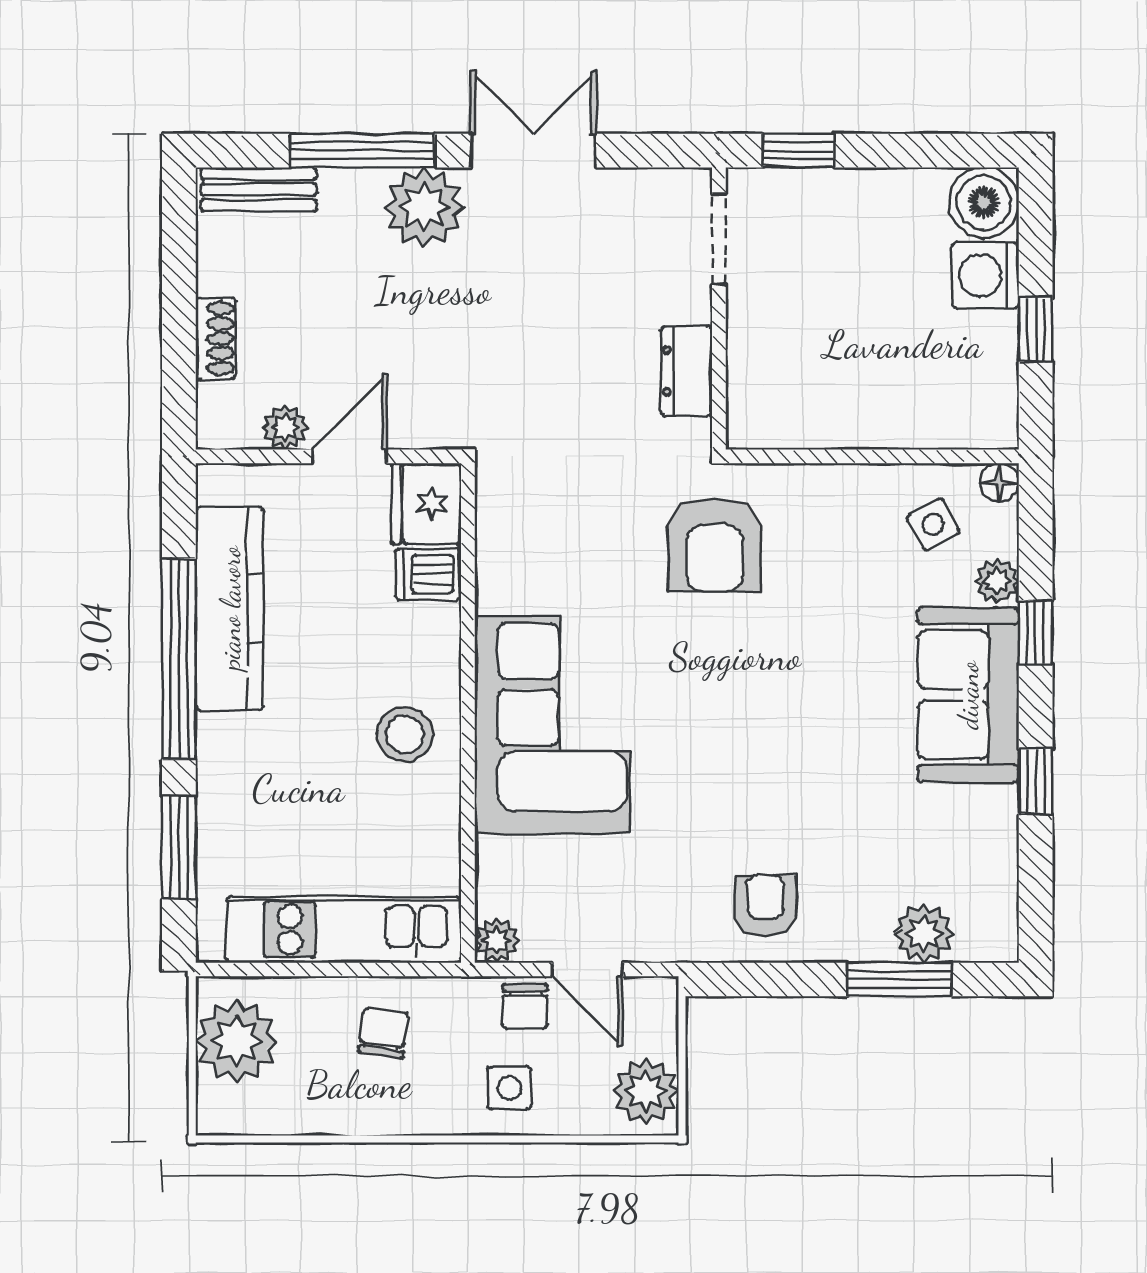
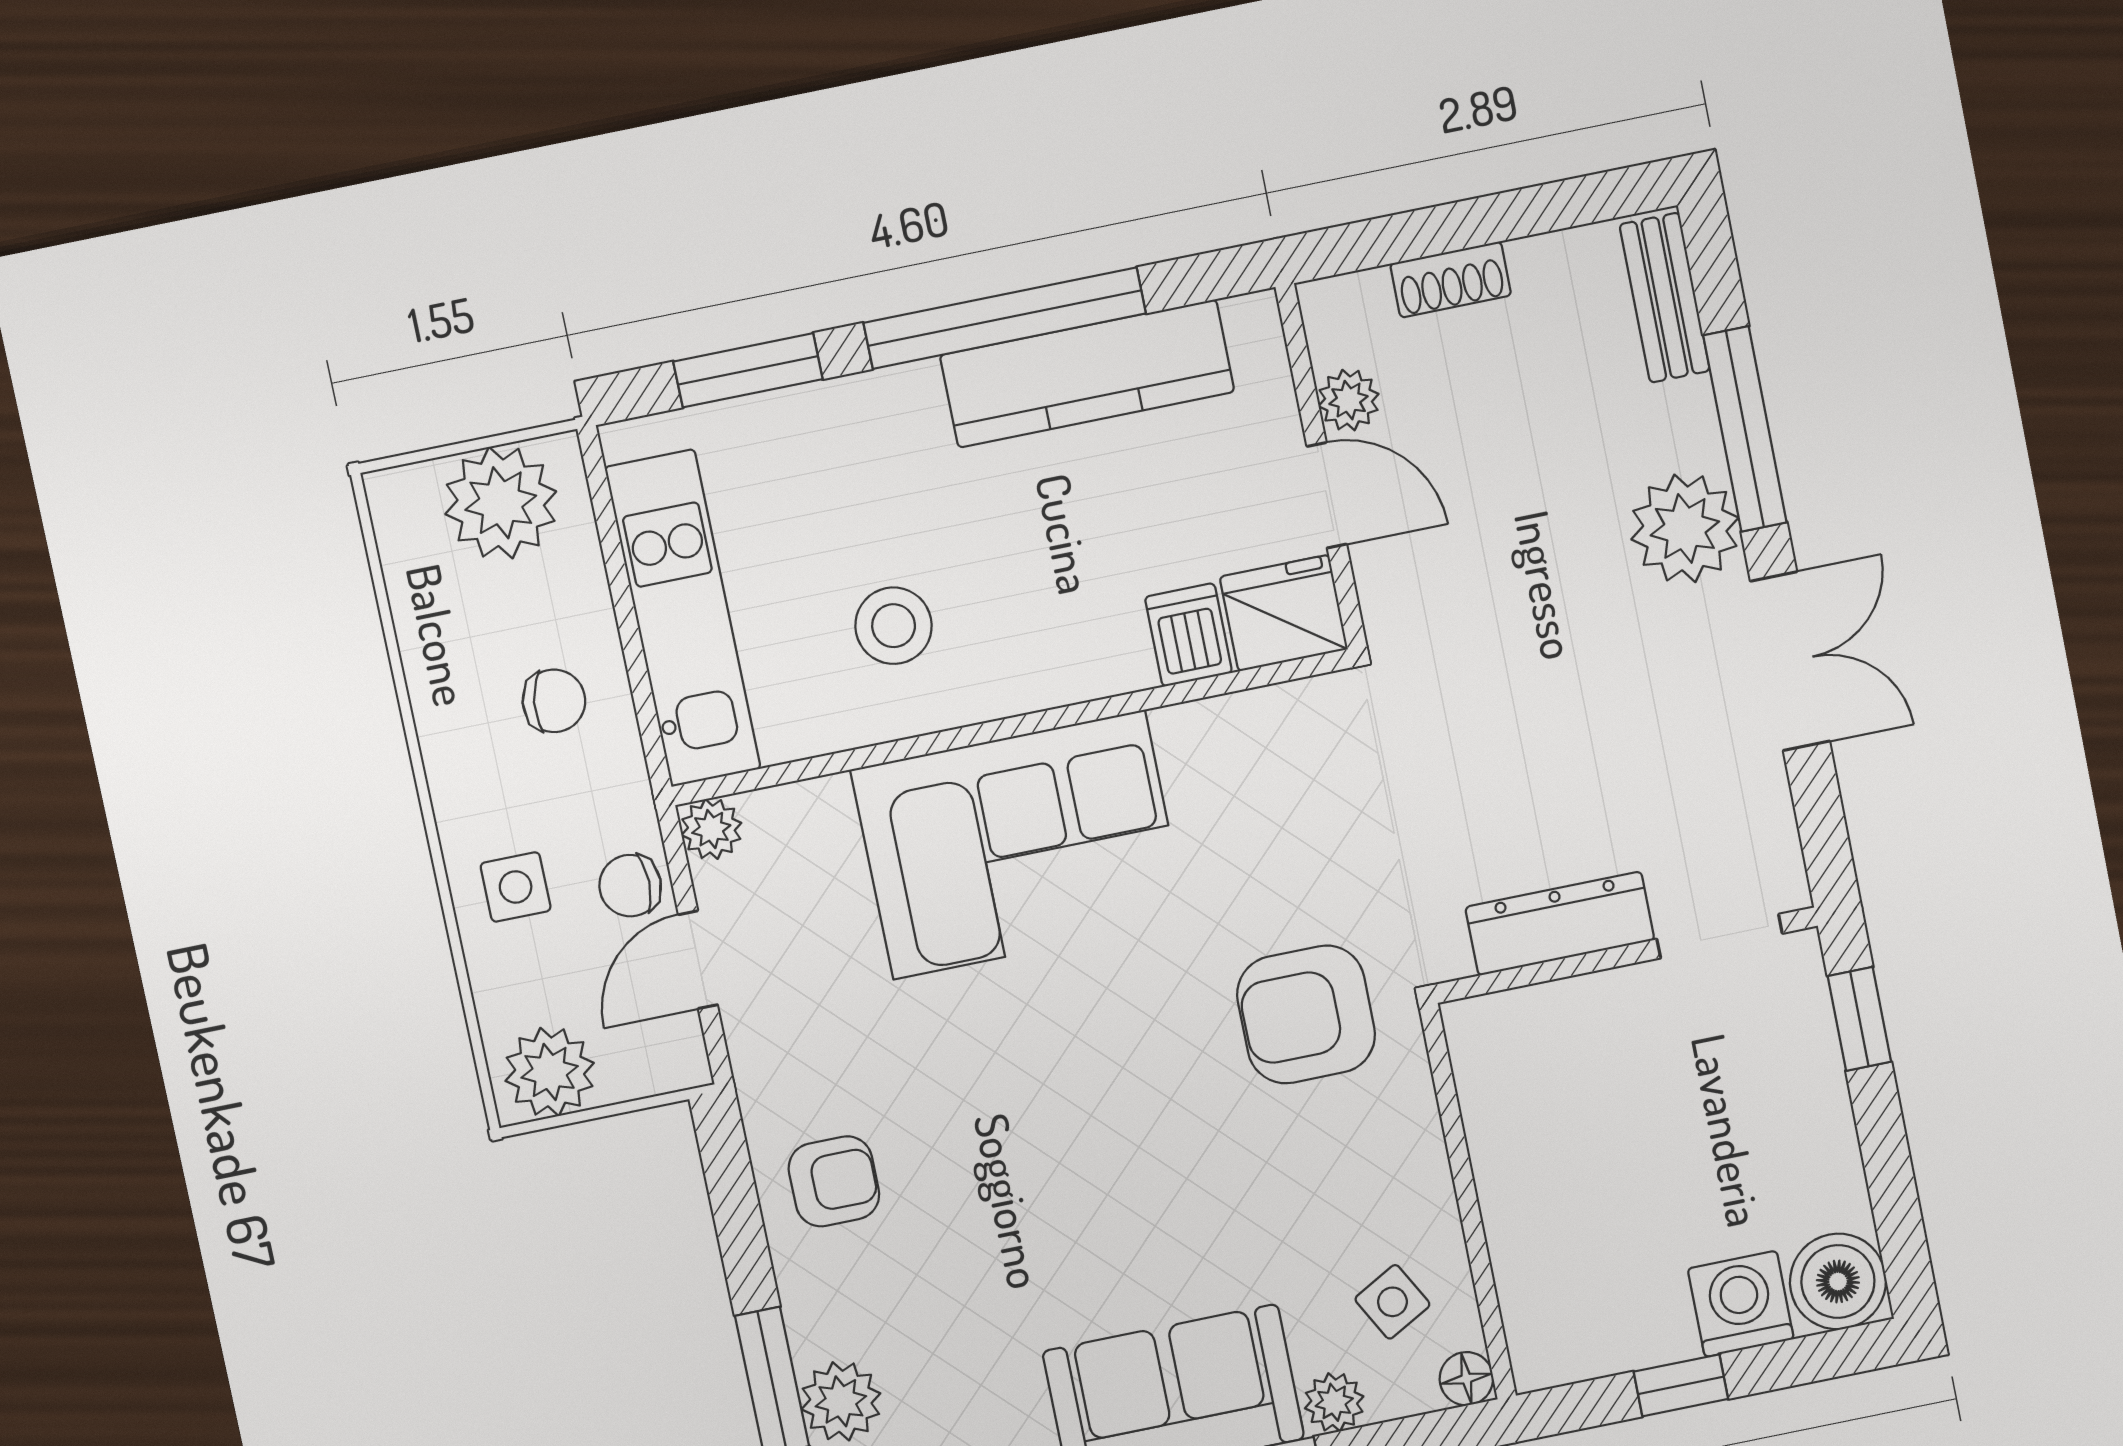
dresser: (687, 371) -> (1560, 924), width x1.44
stool: (405, 734) -> (894, 626), moved

